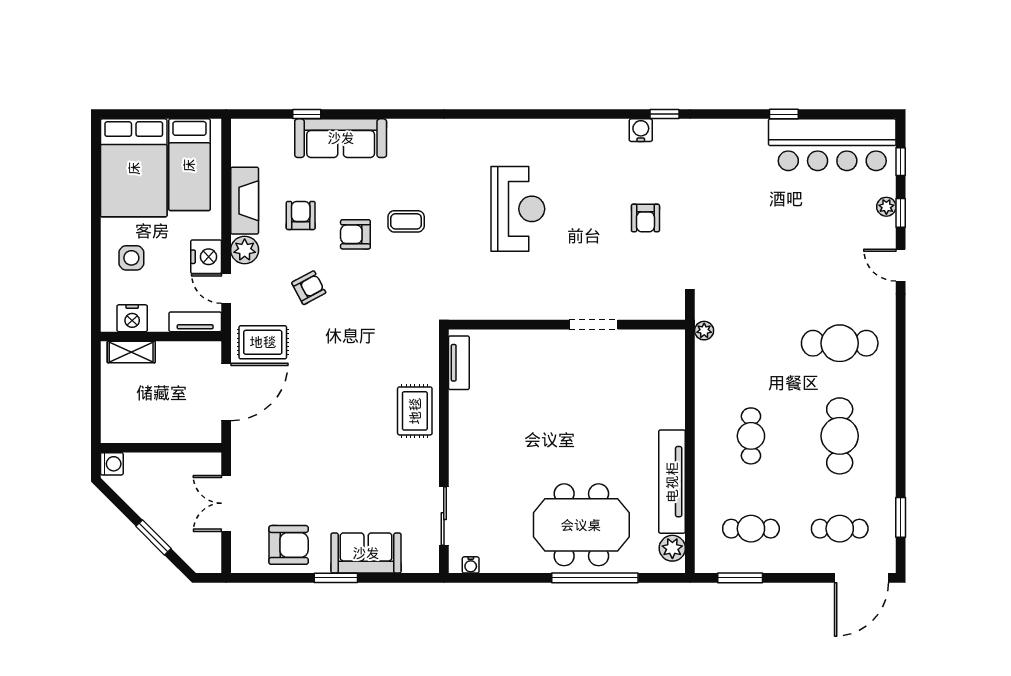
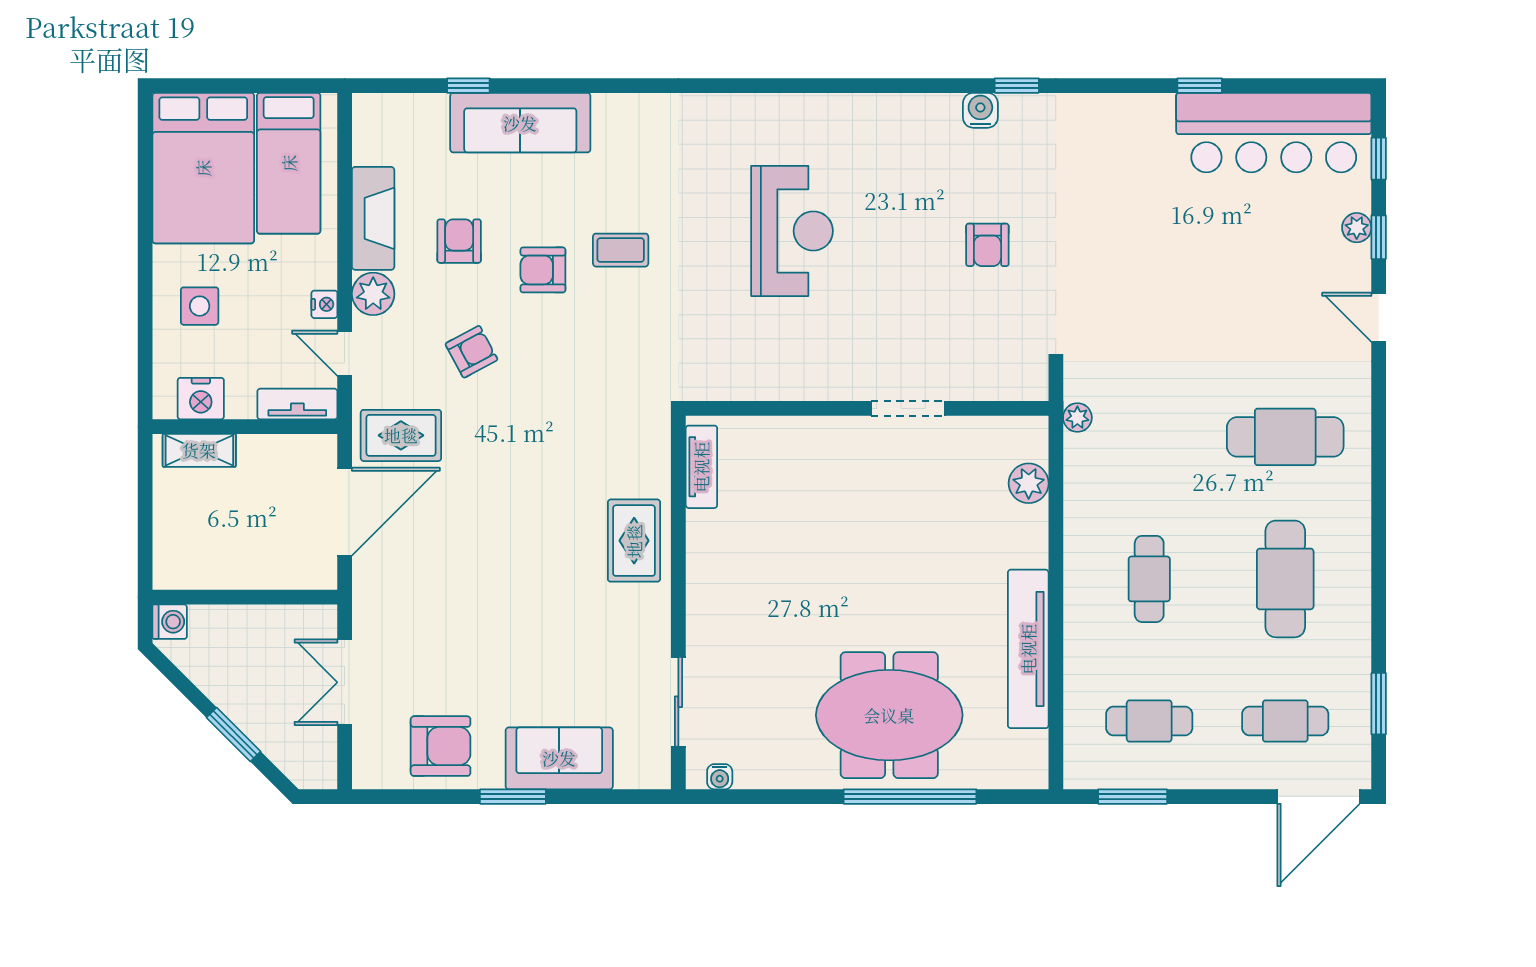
nightstand: (206, 257) -> (324, 304), width x0.53, depth x0.56
plant: (672, 548) -> (1029, 483), moved

